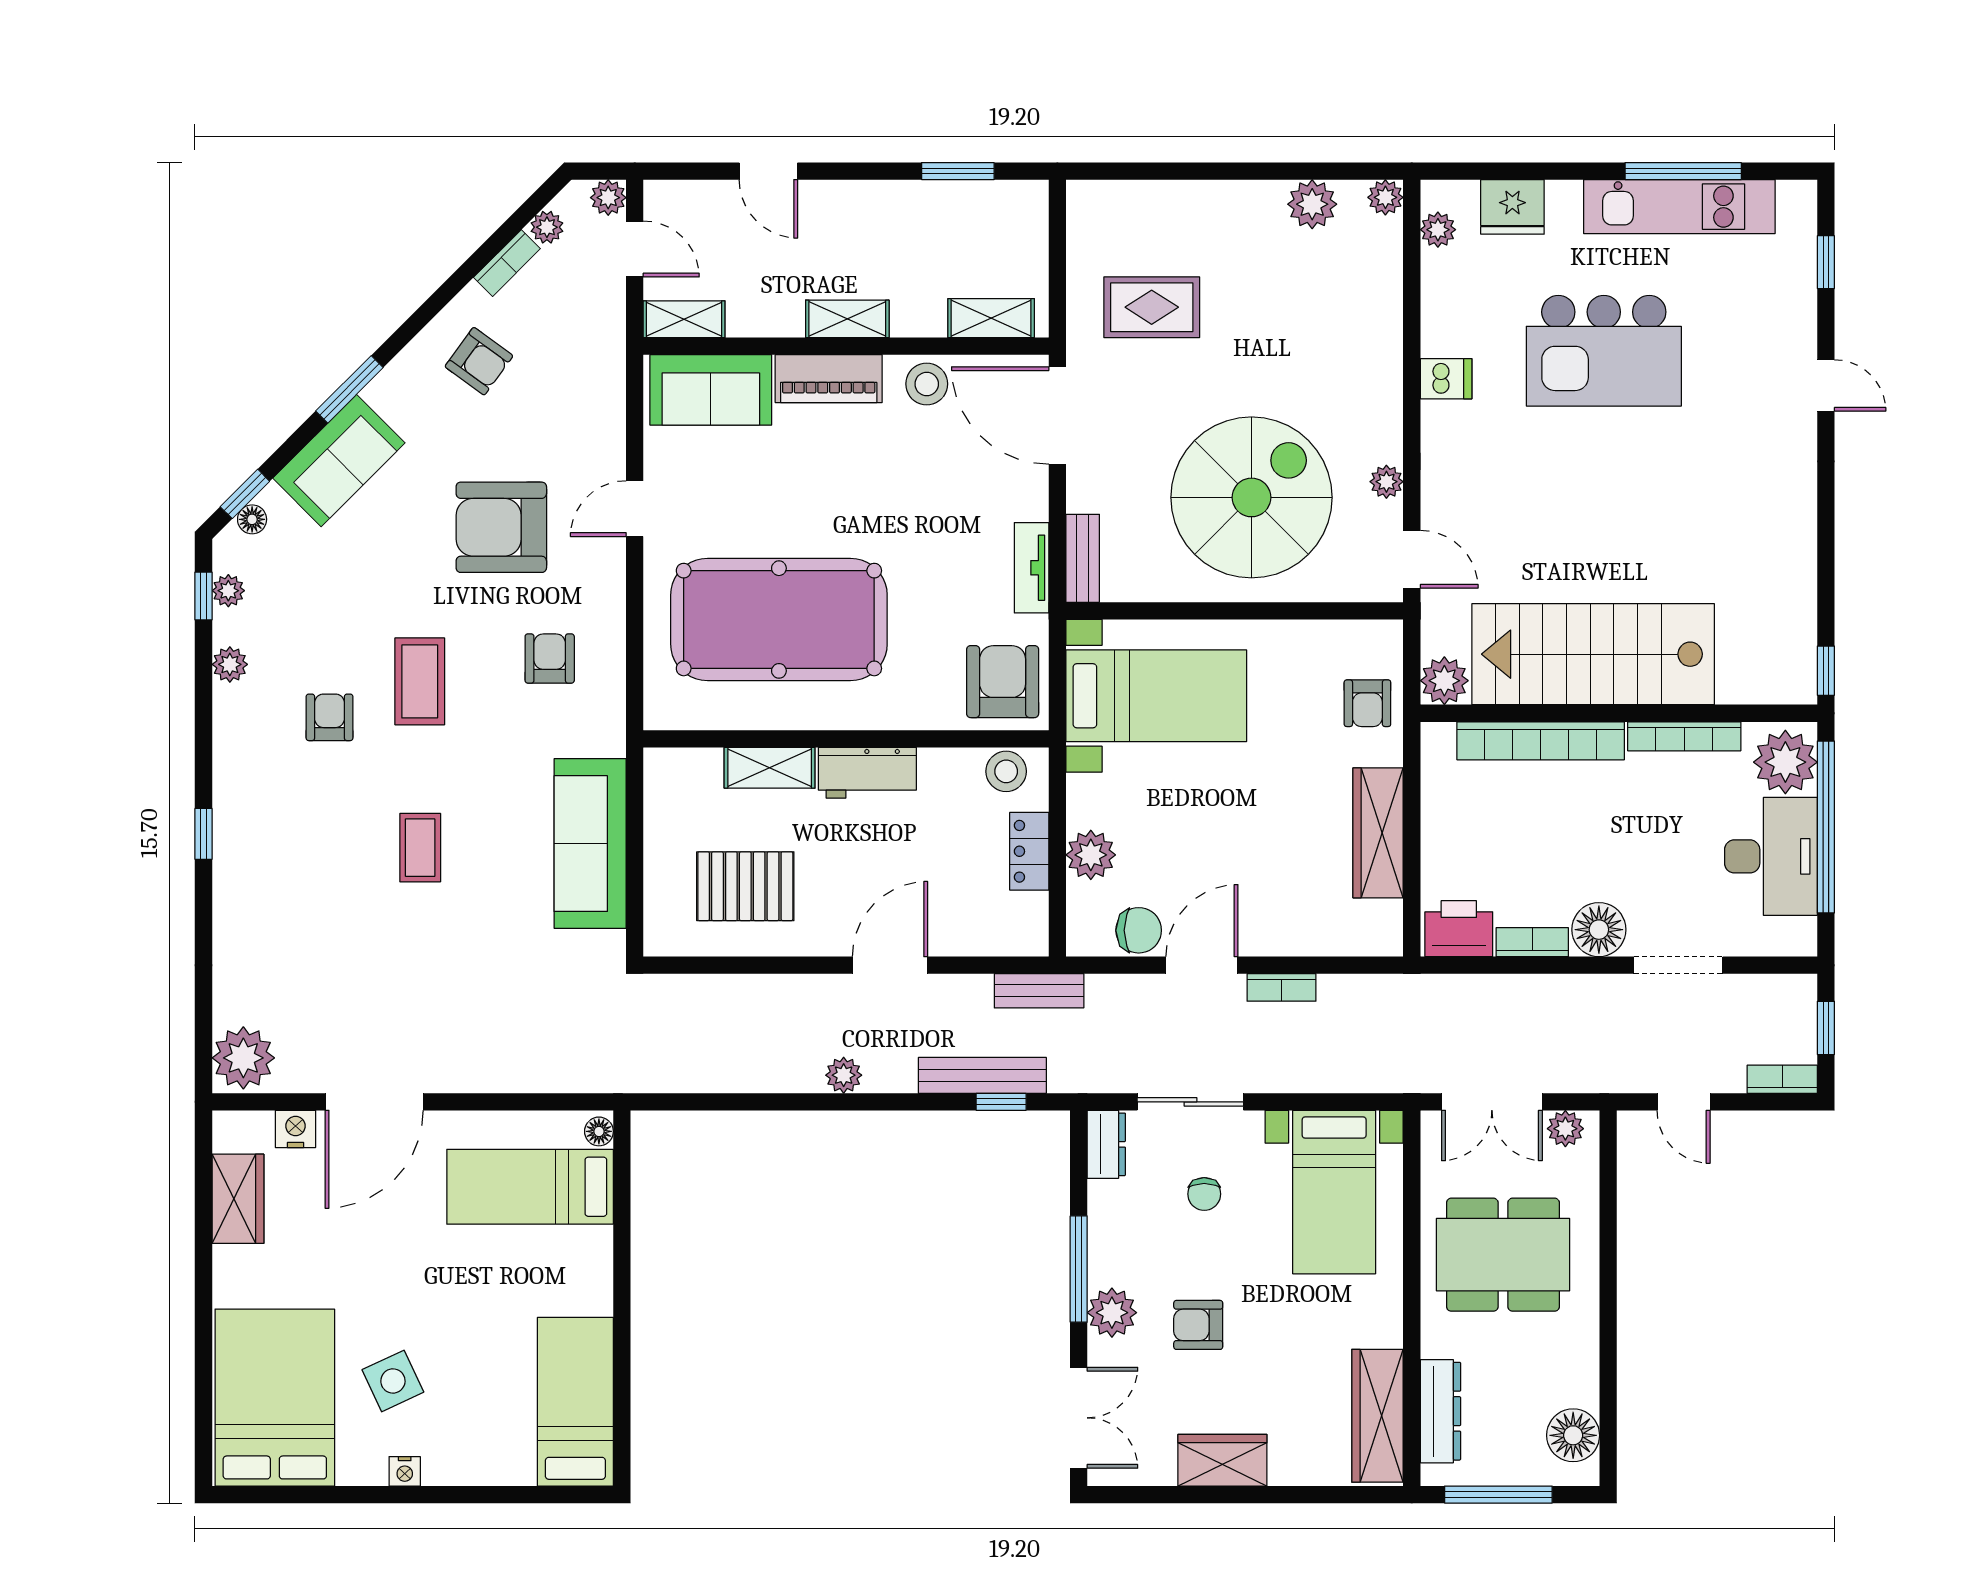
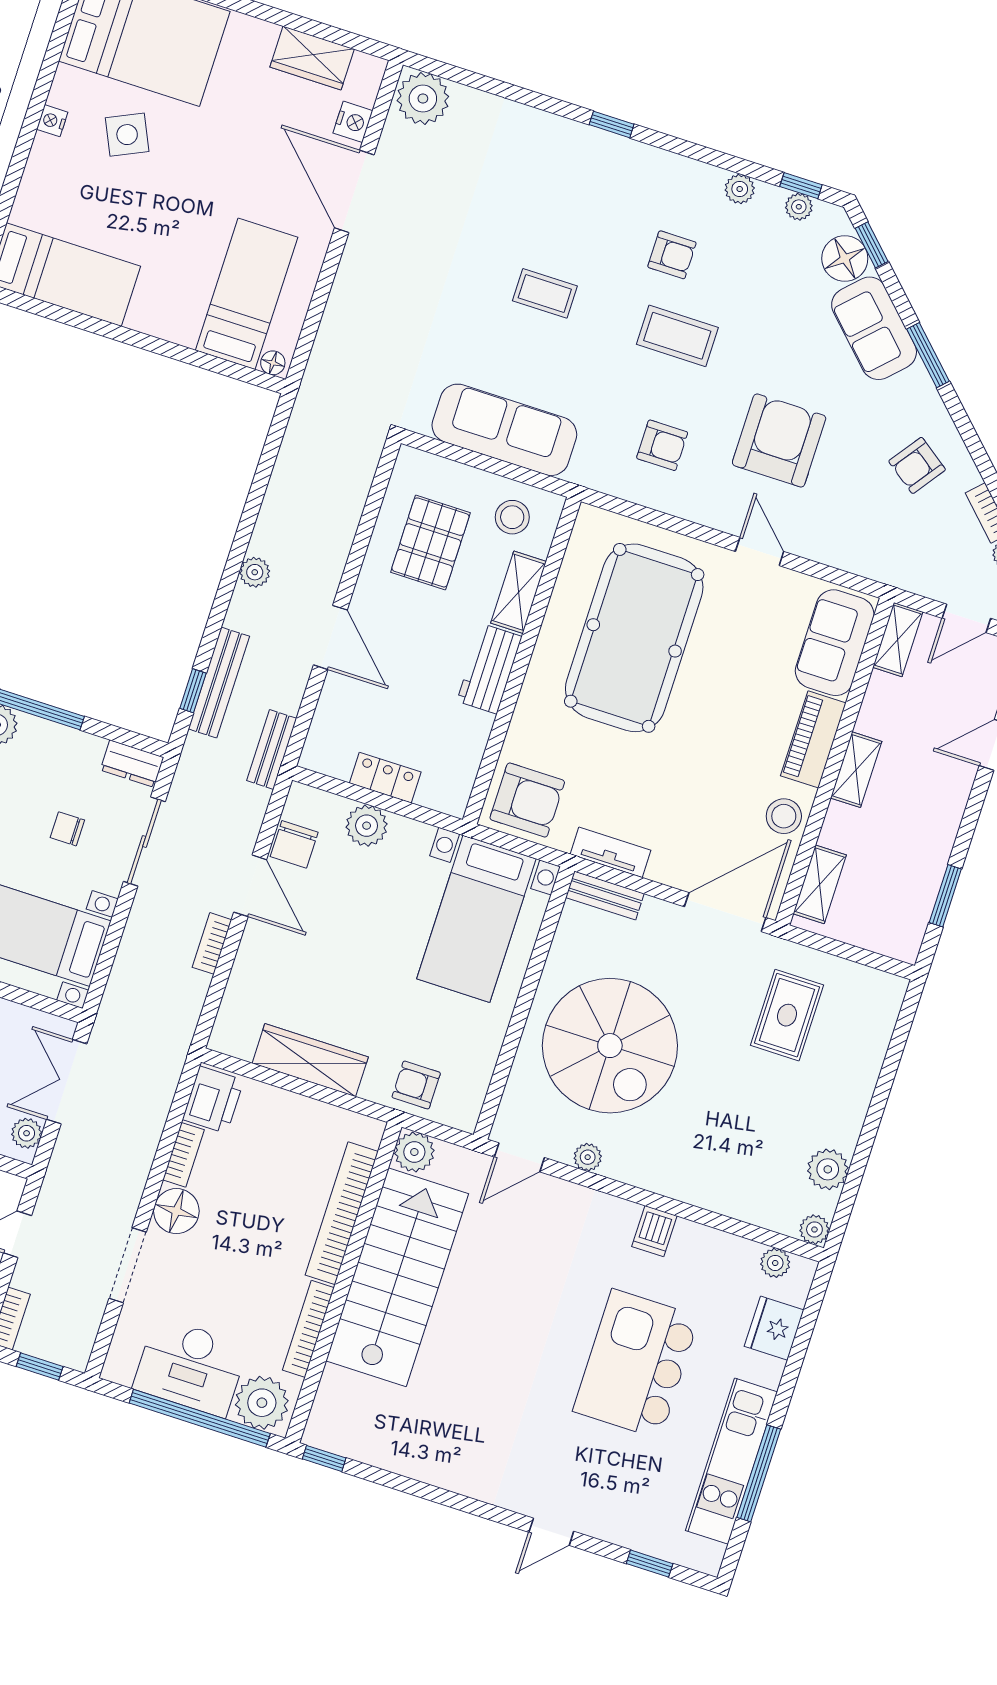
floor lamp: (252, 519) -> (845, 259), width x1.89, depth x1.89
stool: (1006, 771) -> (512, 517), moved

